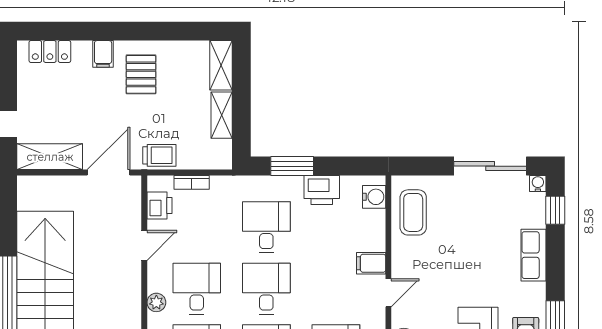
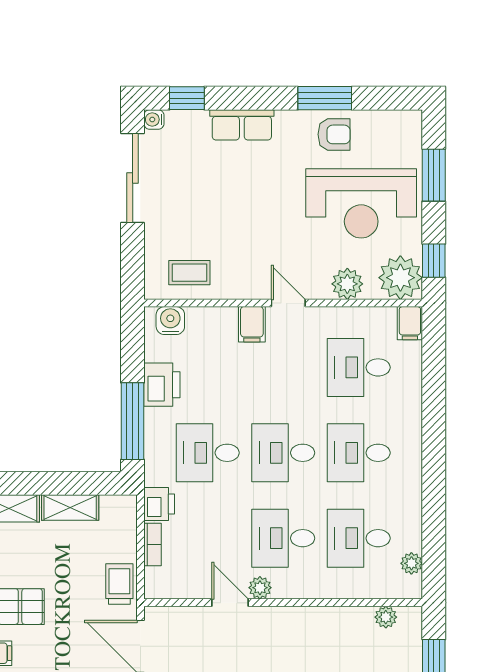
window: (292, 166) -> (133, 421), width x1.44
printer: (159, 206) -> (159, 504), moved, turned 90
coffee table: (413, 212) -> (189, 273), width x0.73, depth x0.77
plant: (156, 302) -> (260, 588), moved

